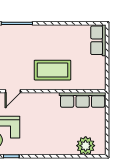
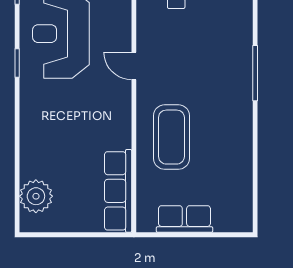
row of seats: (98, 40) -> (184, 219), moved

